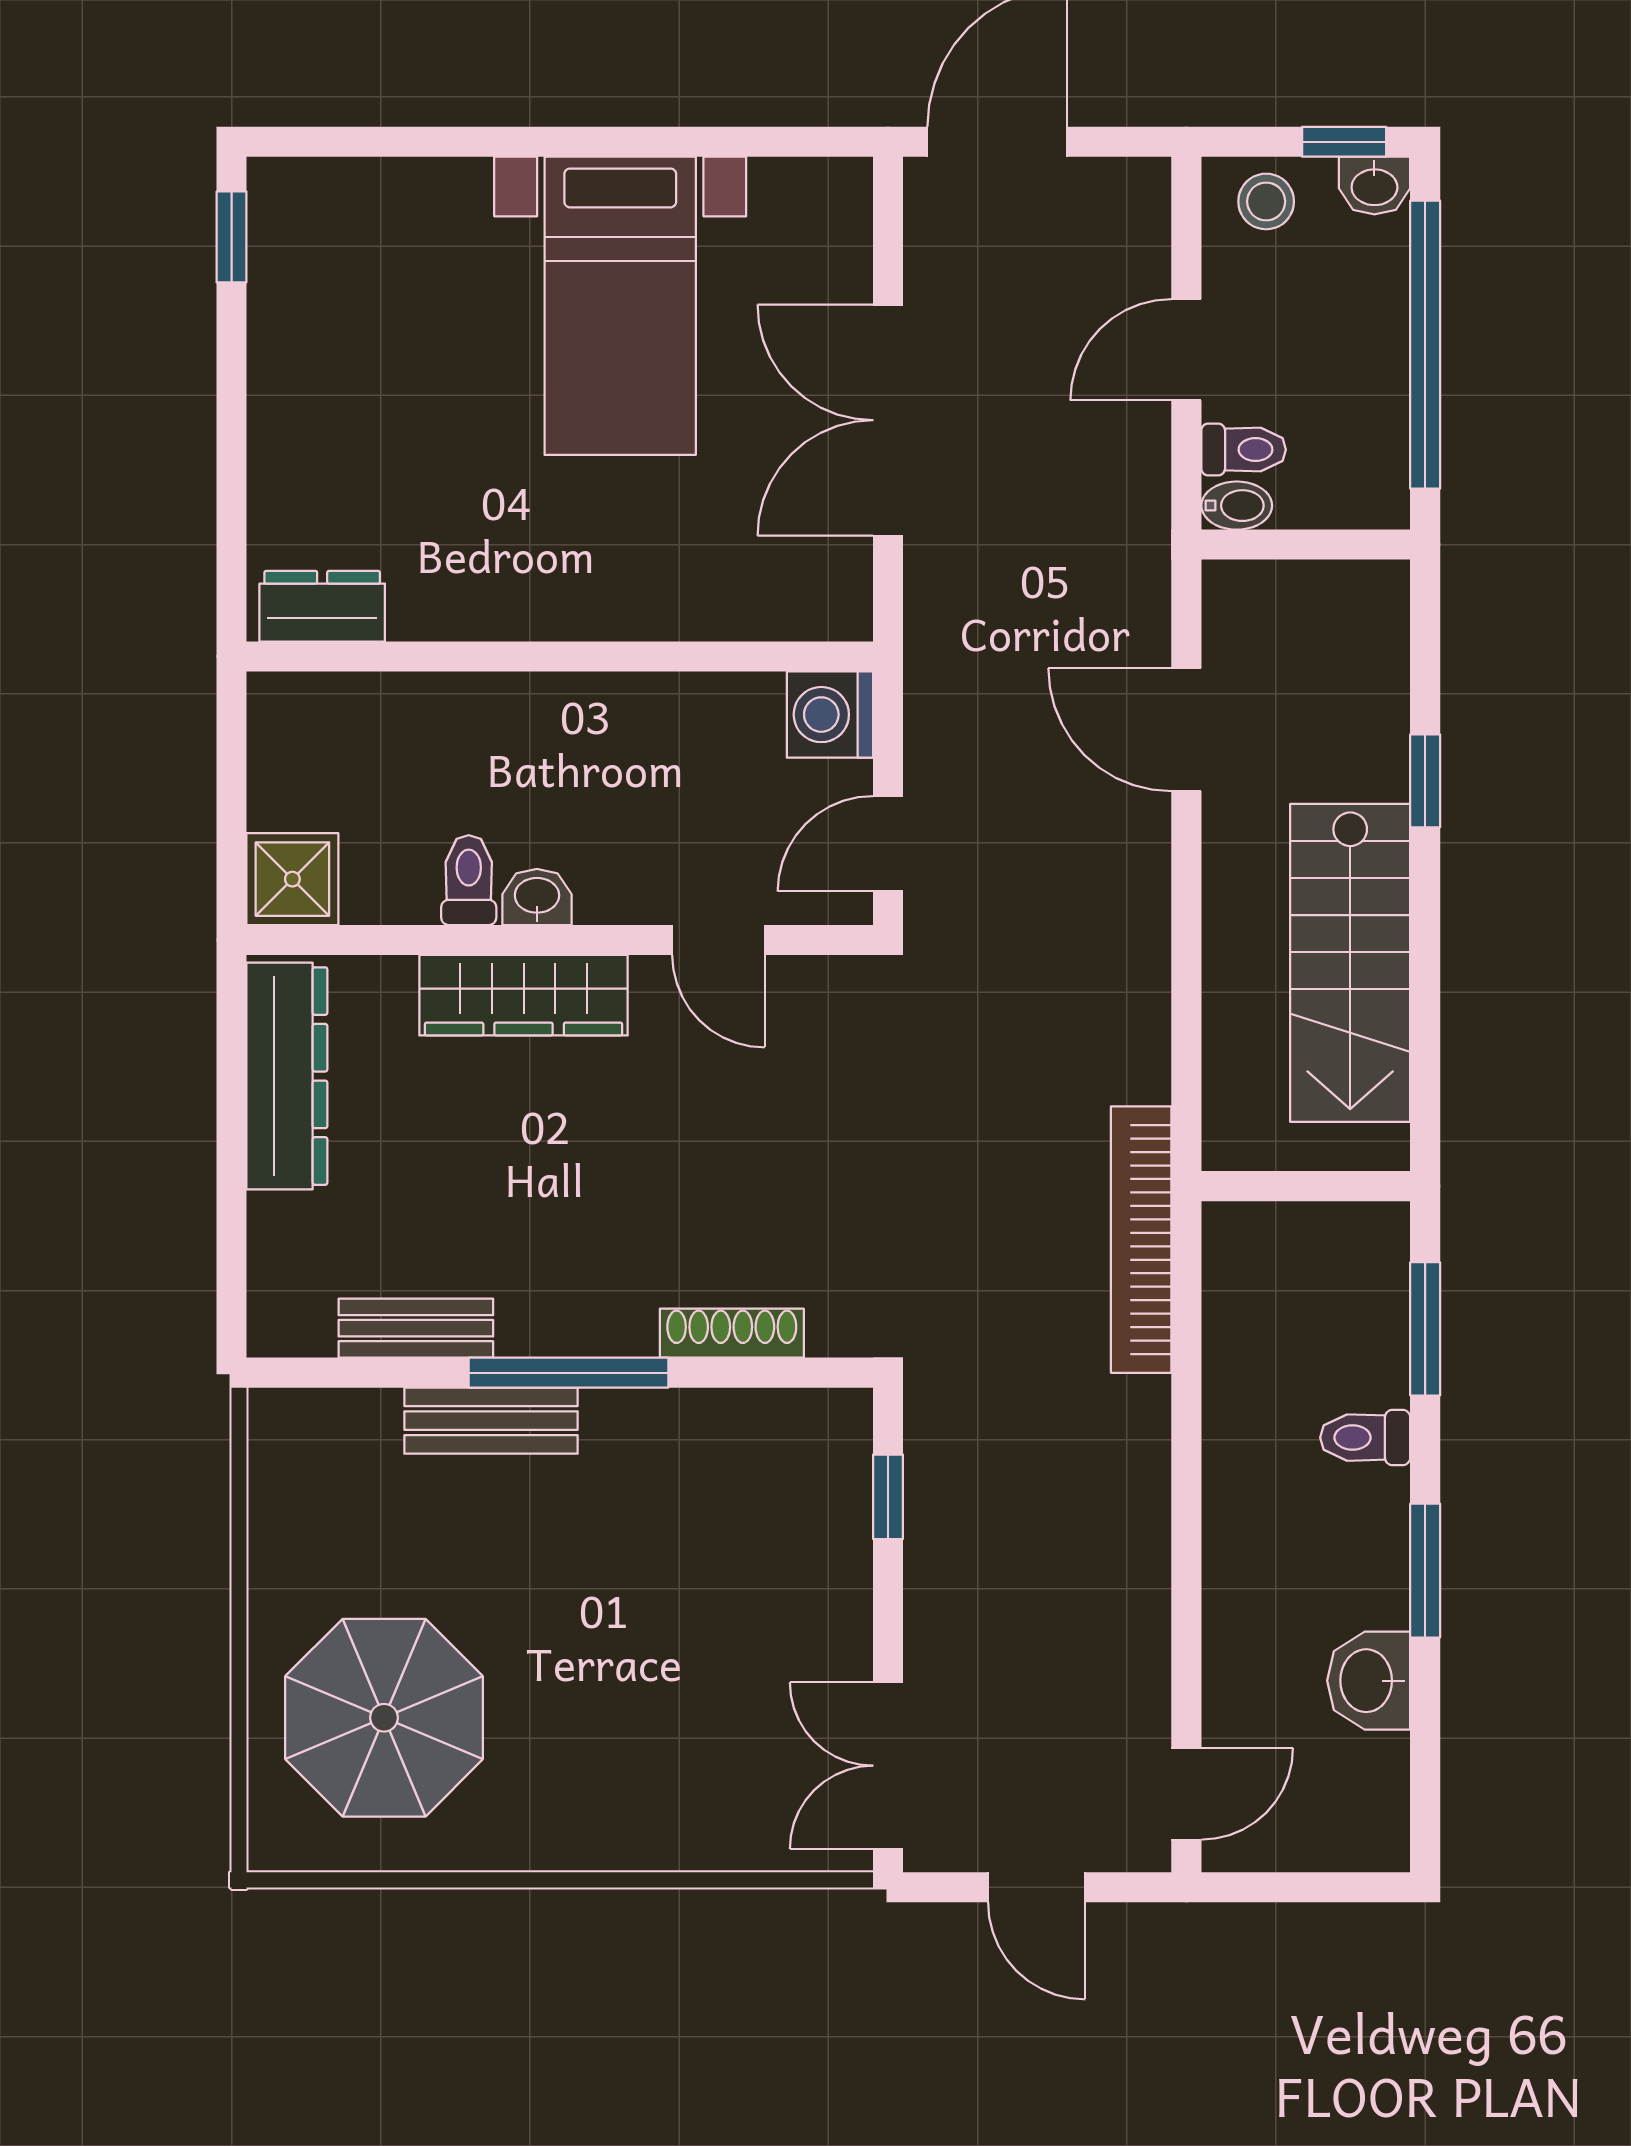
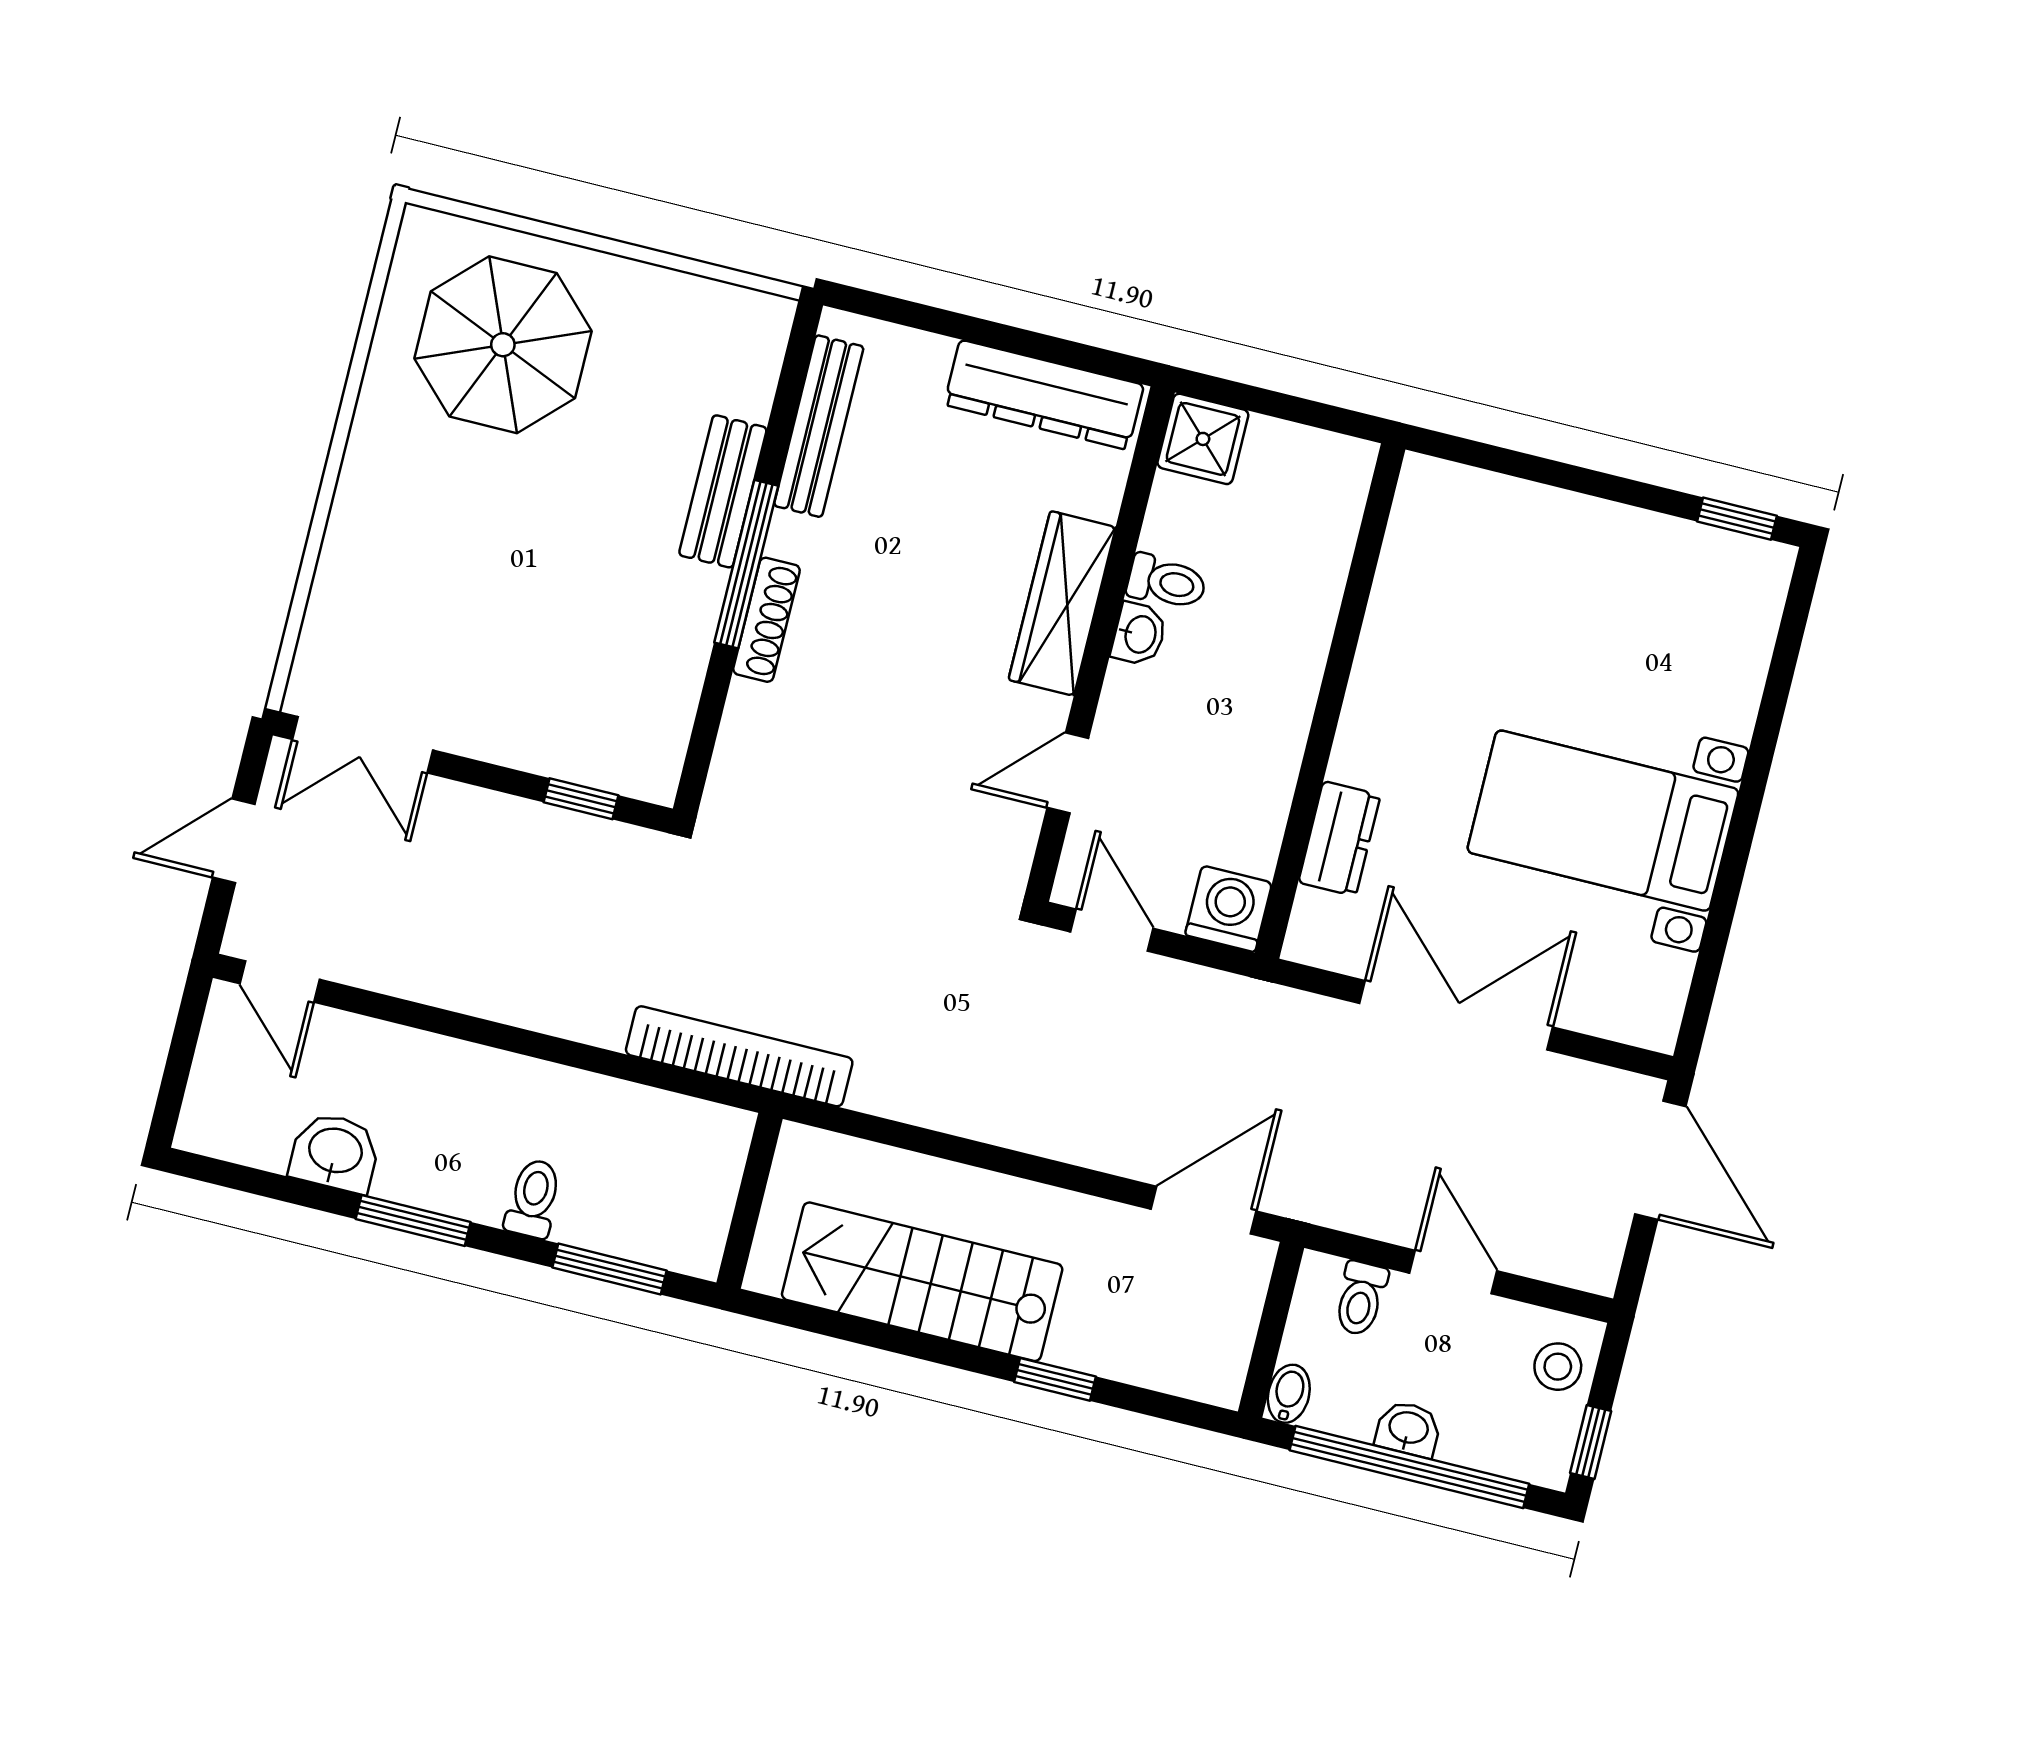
washbasin: (1374, 186) -> (1408, 1429), moved, turned 90
bidet: (1237, 506) -> (1289, 1394), moved, turned 180
dresser: (322, 606) -> (1339, 839), moved
door: (1186, 730) -> (1204, 1210), moved
bench: (416, 1328) -> (819, 426), width x1.36
shoe rack: (732, 1333) -> (766, 620), moved
double door: (888, 1766) -> (363, 745), swing flipped

